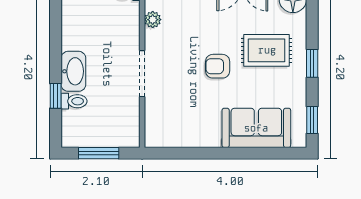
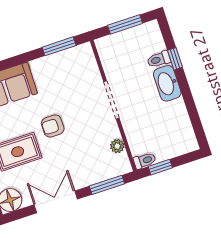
armchair: (218, 66) -> (53, 126), turned 180
window: (181, 153) -> (59, 46), added

